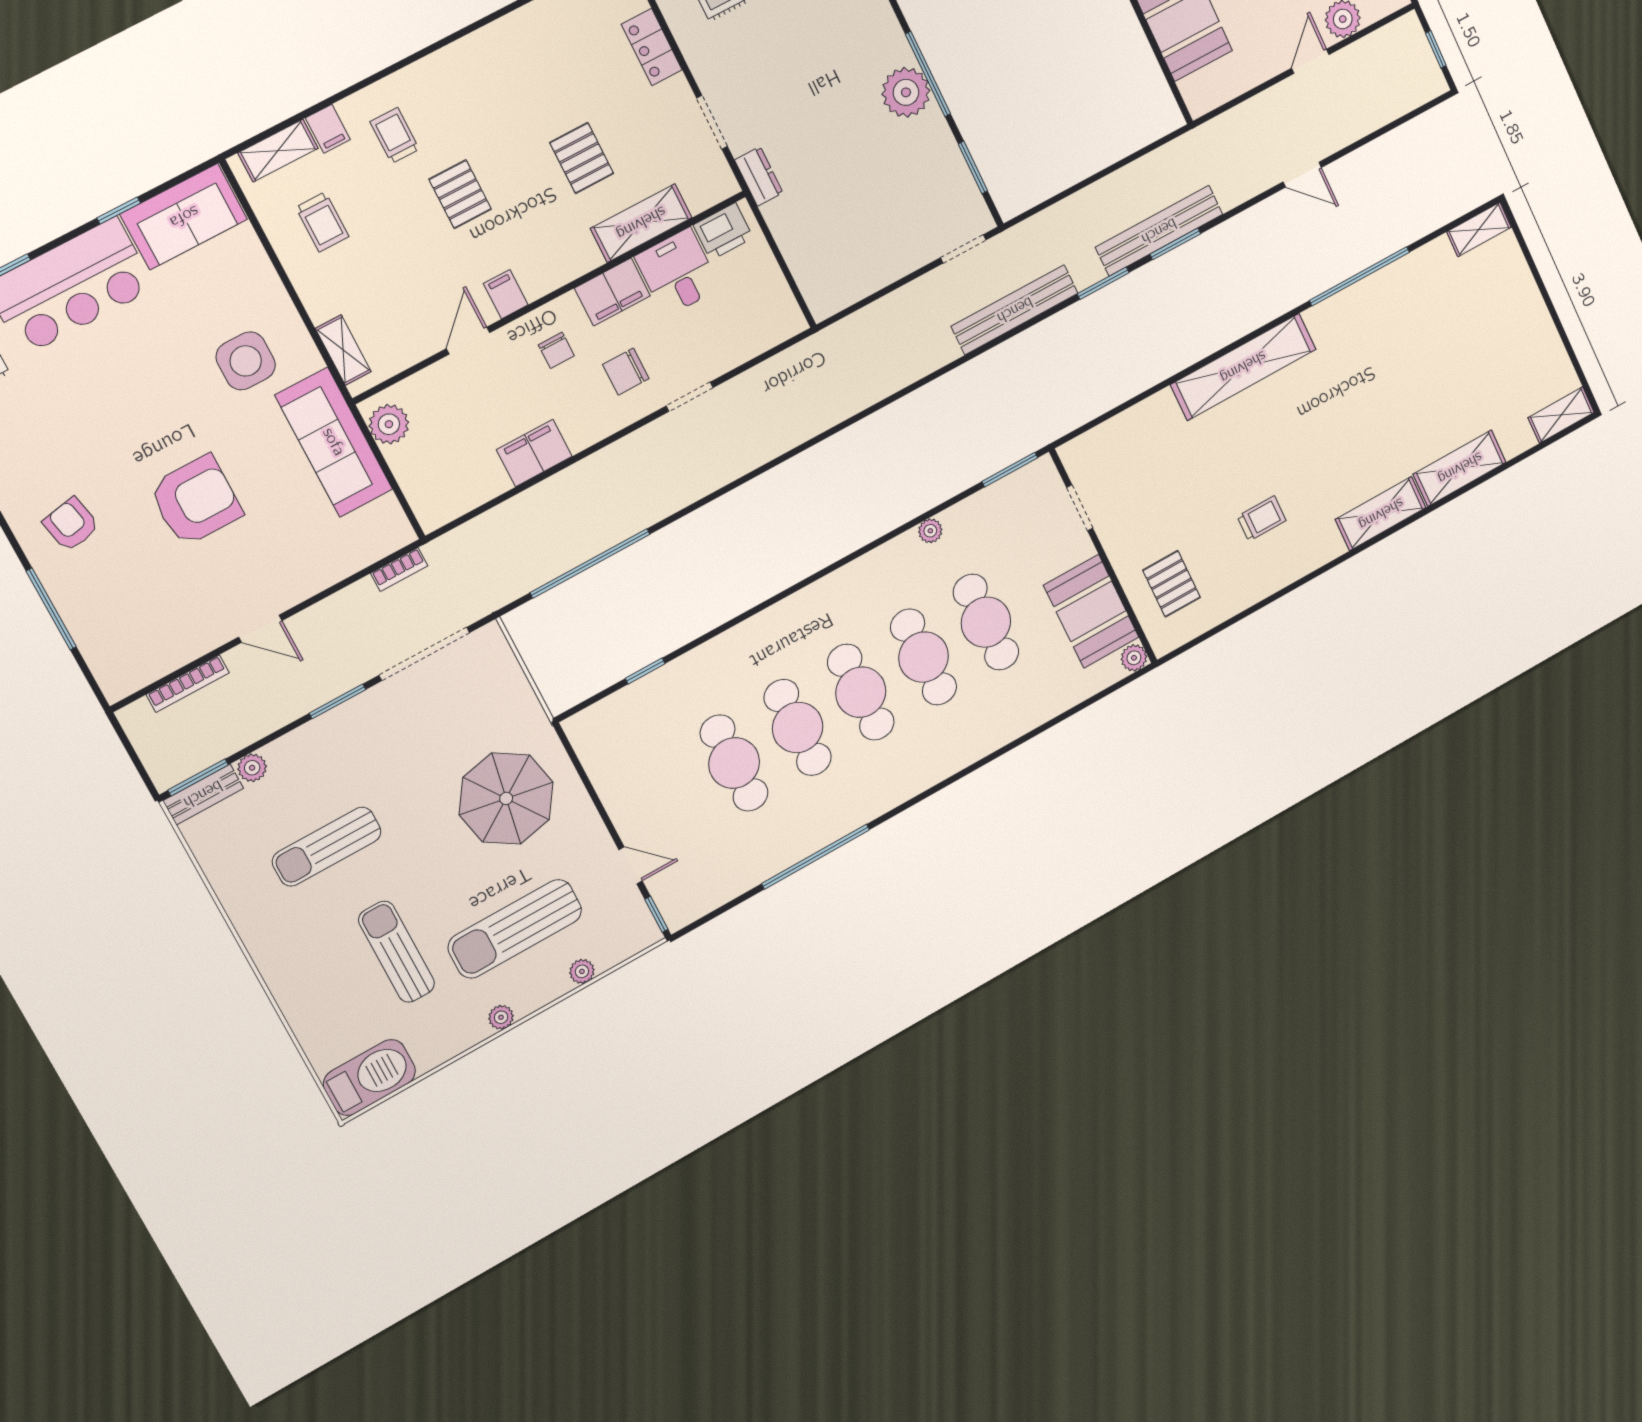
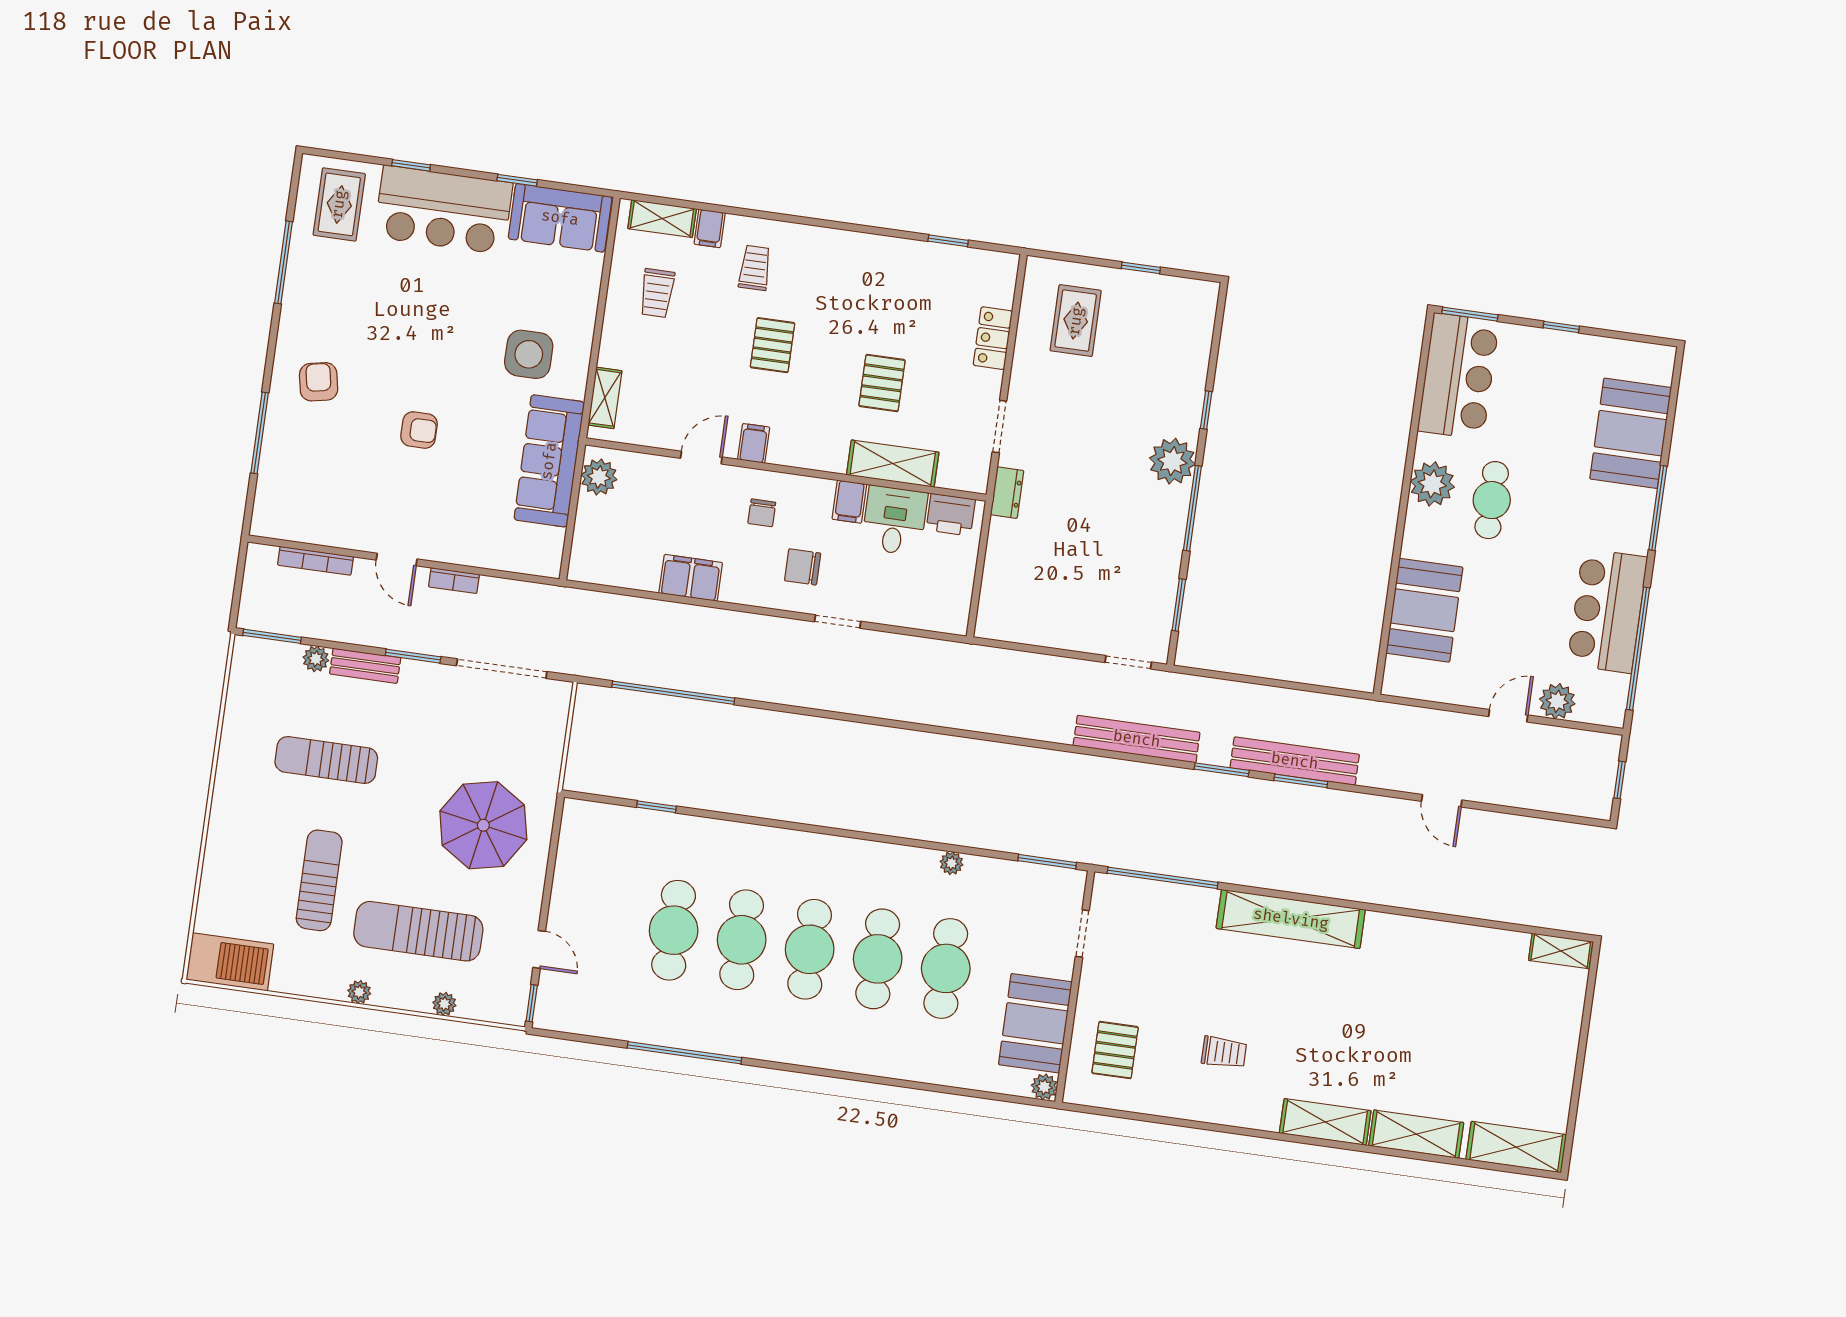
plant: (906, 92) -> (1172, 461), moved
window: (1359, 276) -> (1163, 878), moved
filing cabinet: (612, 292) -> (849, 502), width x0.50
shelving: (1561, 415) -> (1516, 1147), width x1.50, depth x1.33
armchair: (196, 501) -> (419, 430), width x0.53, depth x0.53
bookcase: (399, 569) -> (454, 581), moved
bench: (203, 794) -> (365, 666), moved

